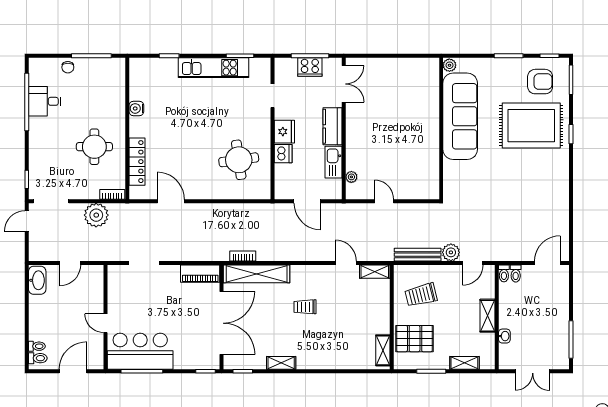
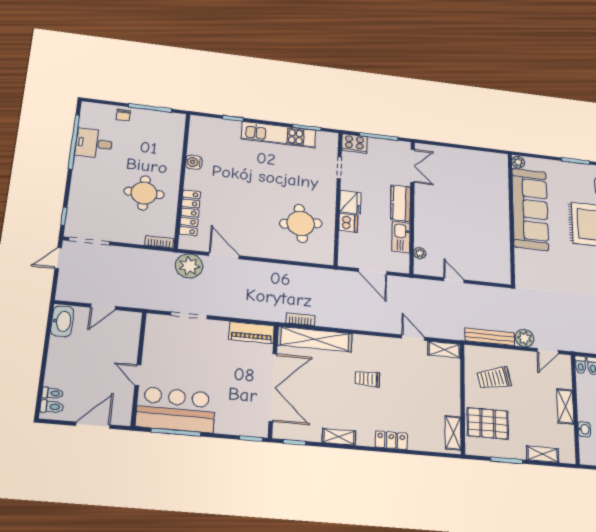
cooker: (310, 67) -> (354, 143), moved
plant: (96, 215) -> (189, 266), moved
locker: (327, 362) -> (391, 440), added

